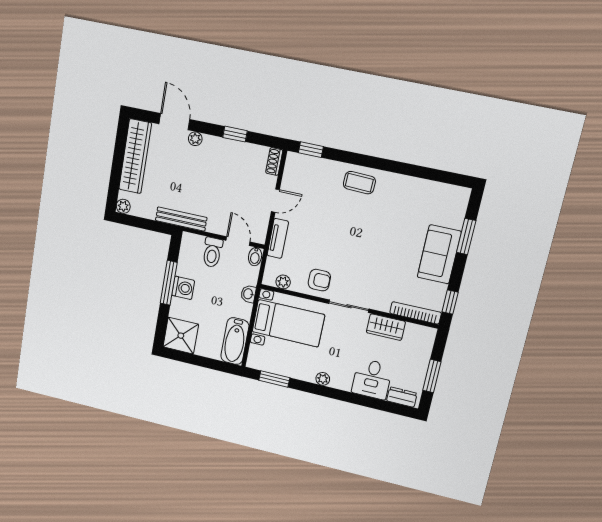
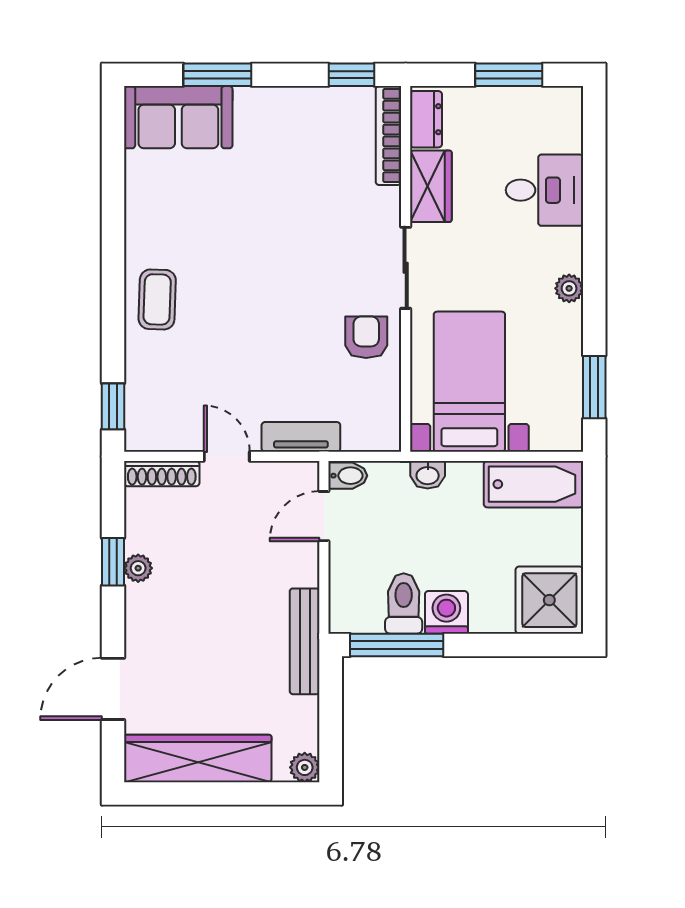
plant: (195, 139) -> (138, 568), moved
shoe rack: (274, 161) -> (162, 474), width x1.43
toilet: (212, 252) -> (404, 603), moved, turned -90
sofa: (439, 254) -> (178, 117), moved
plant: (283, 282) -> (387, 409), removed
window: (169, 283) -> (397, 645), moved
dresser: (402, 397) -> (426, 119), moved, turned 180

